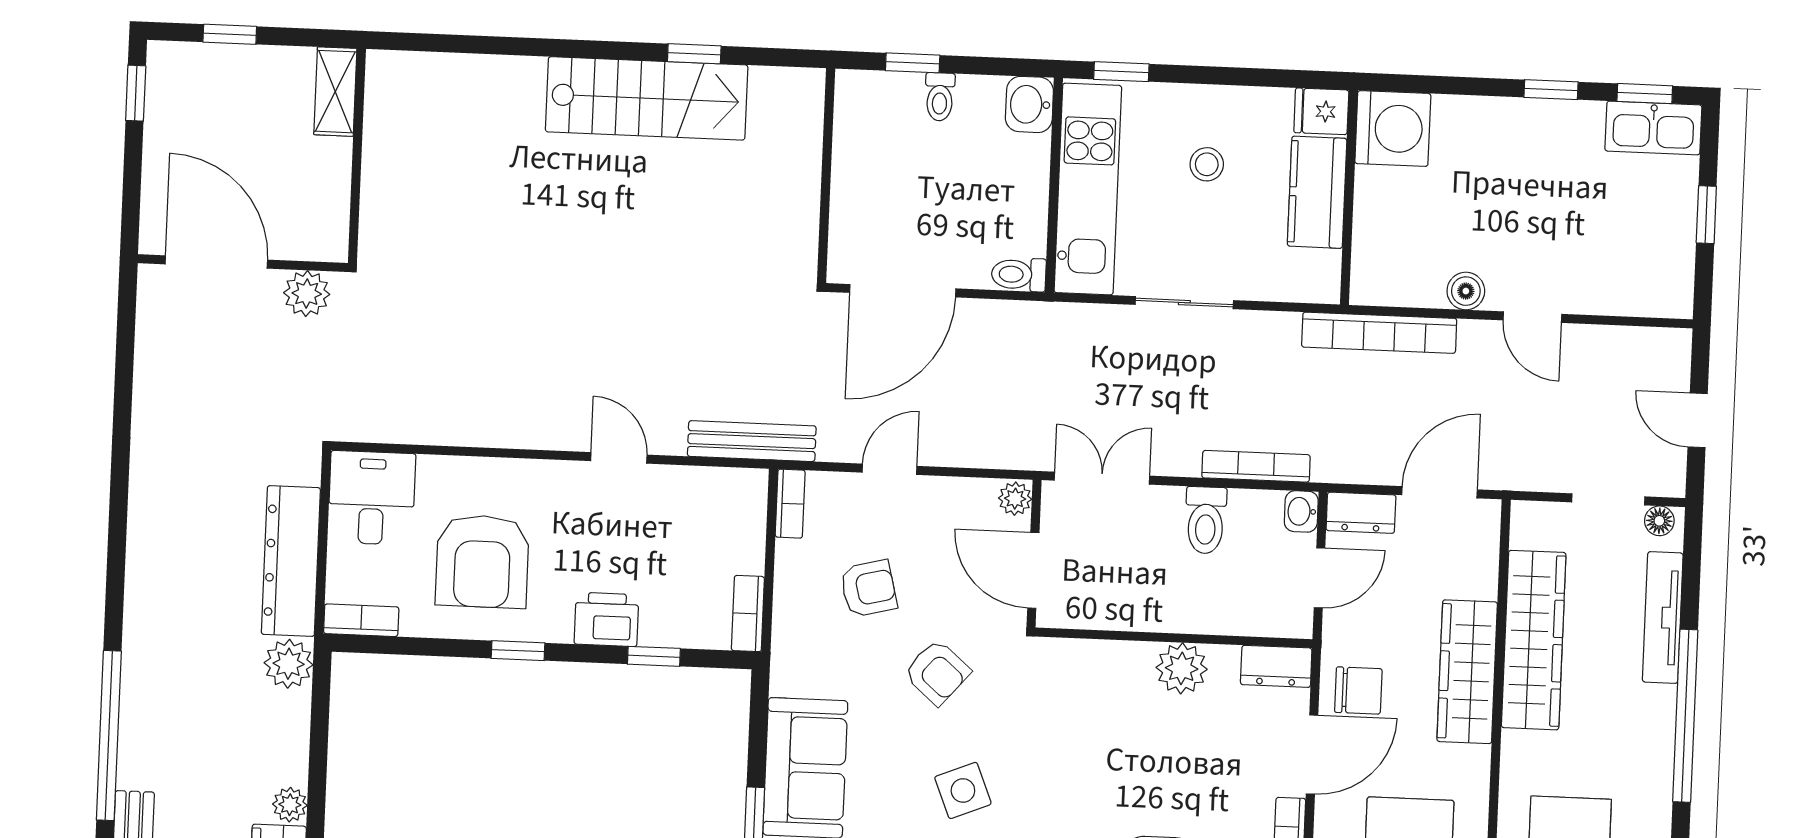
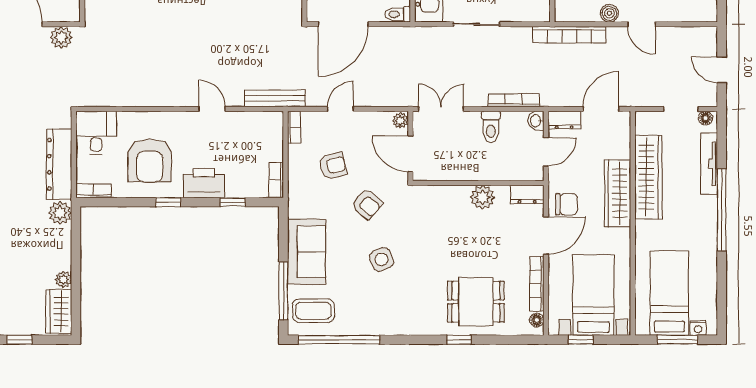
printer: (606, 619) -> (204, 183), width x1.37, depth x1.19

